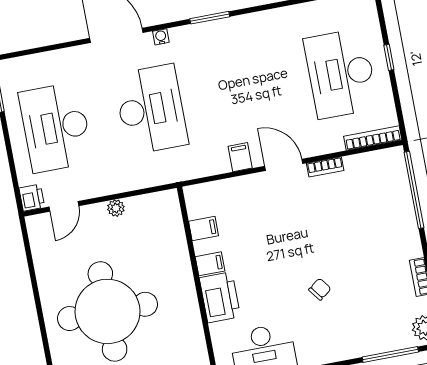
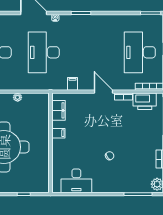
desk: (151, 109) -> (44, 52), turned 180
filing cabinet: (240, 157) -> (72, 84), moved
filing cabinet: (204, 229) -> (58, 110), width x2.00
printer: (220, 297) -> (145, 101), moved, turned 90

